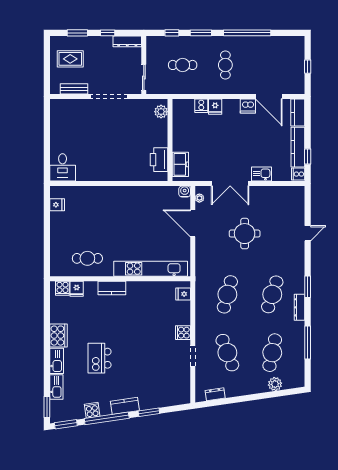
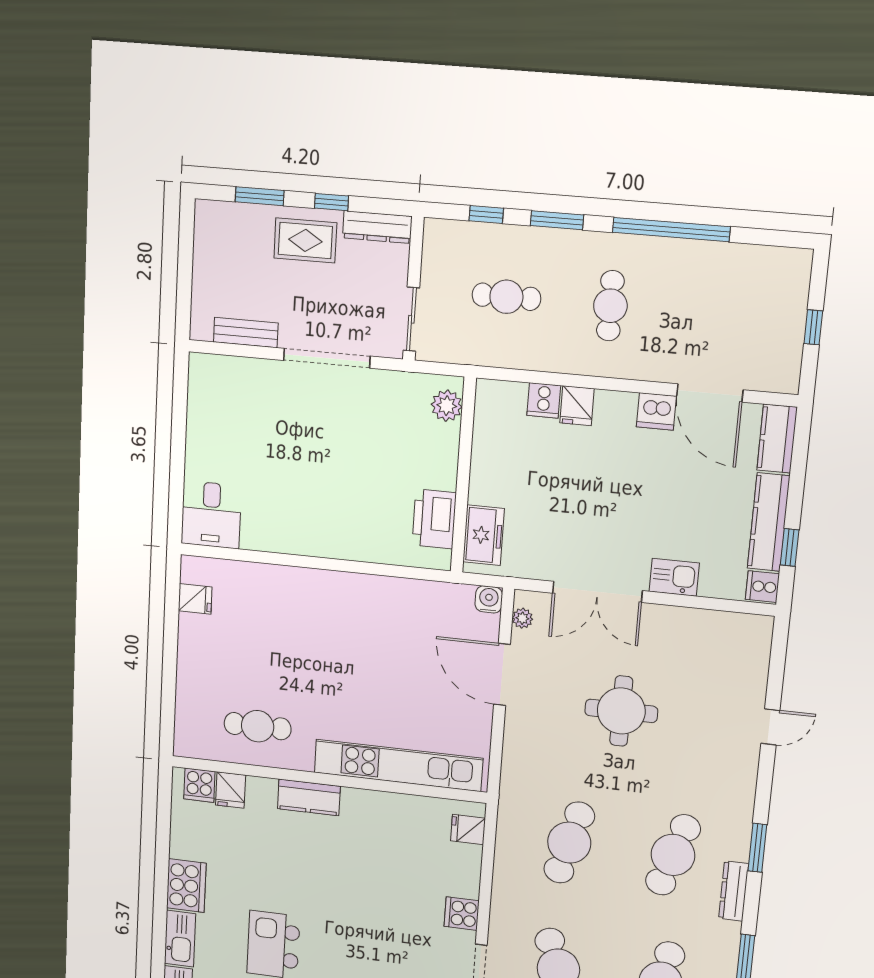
rug: (70, 59) -> (305, 240), moved

